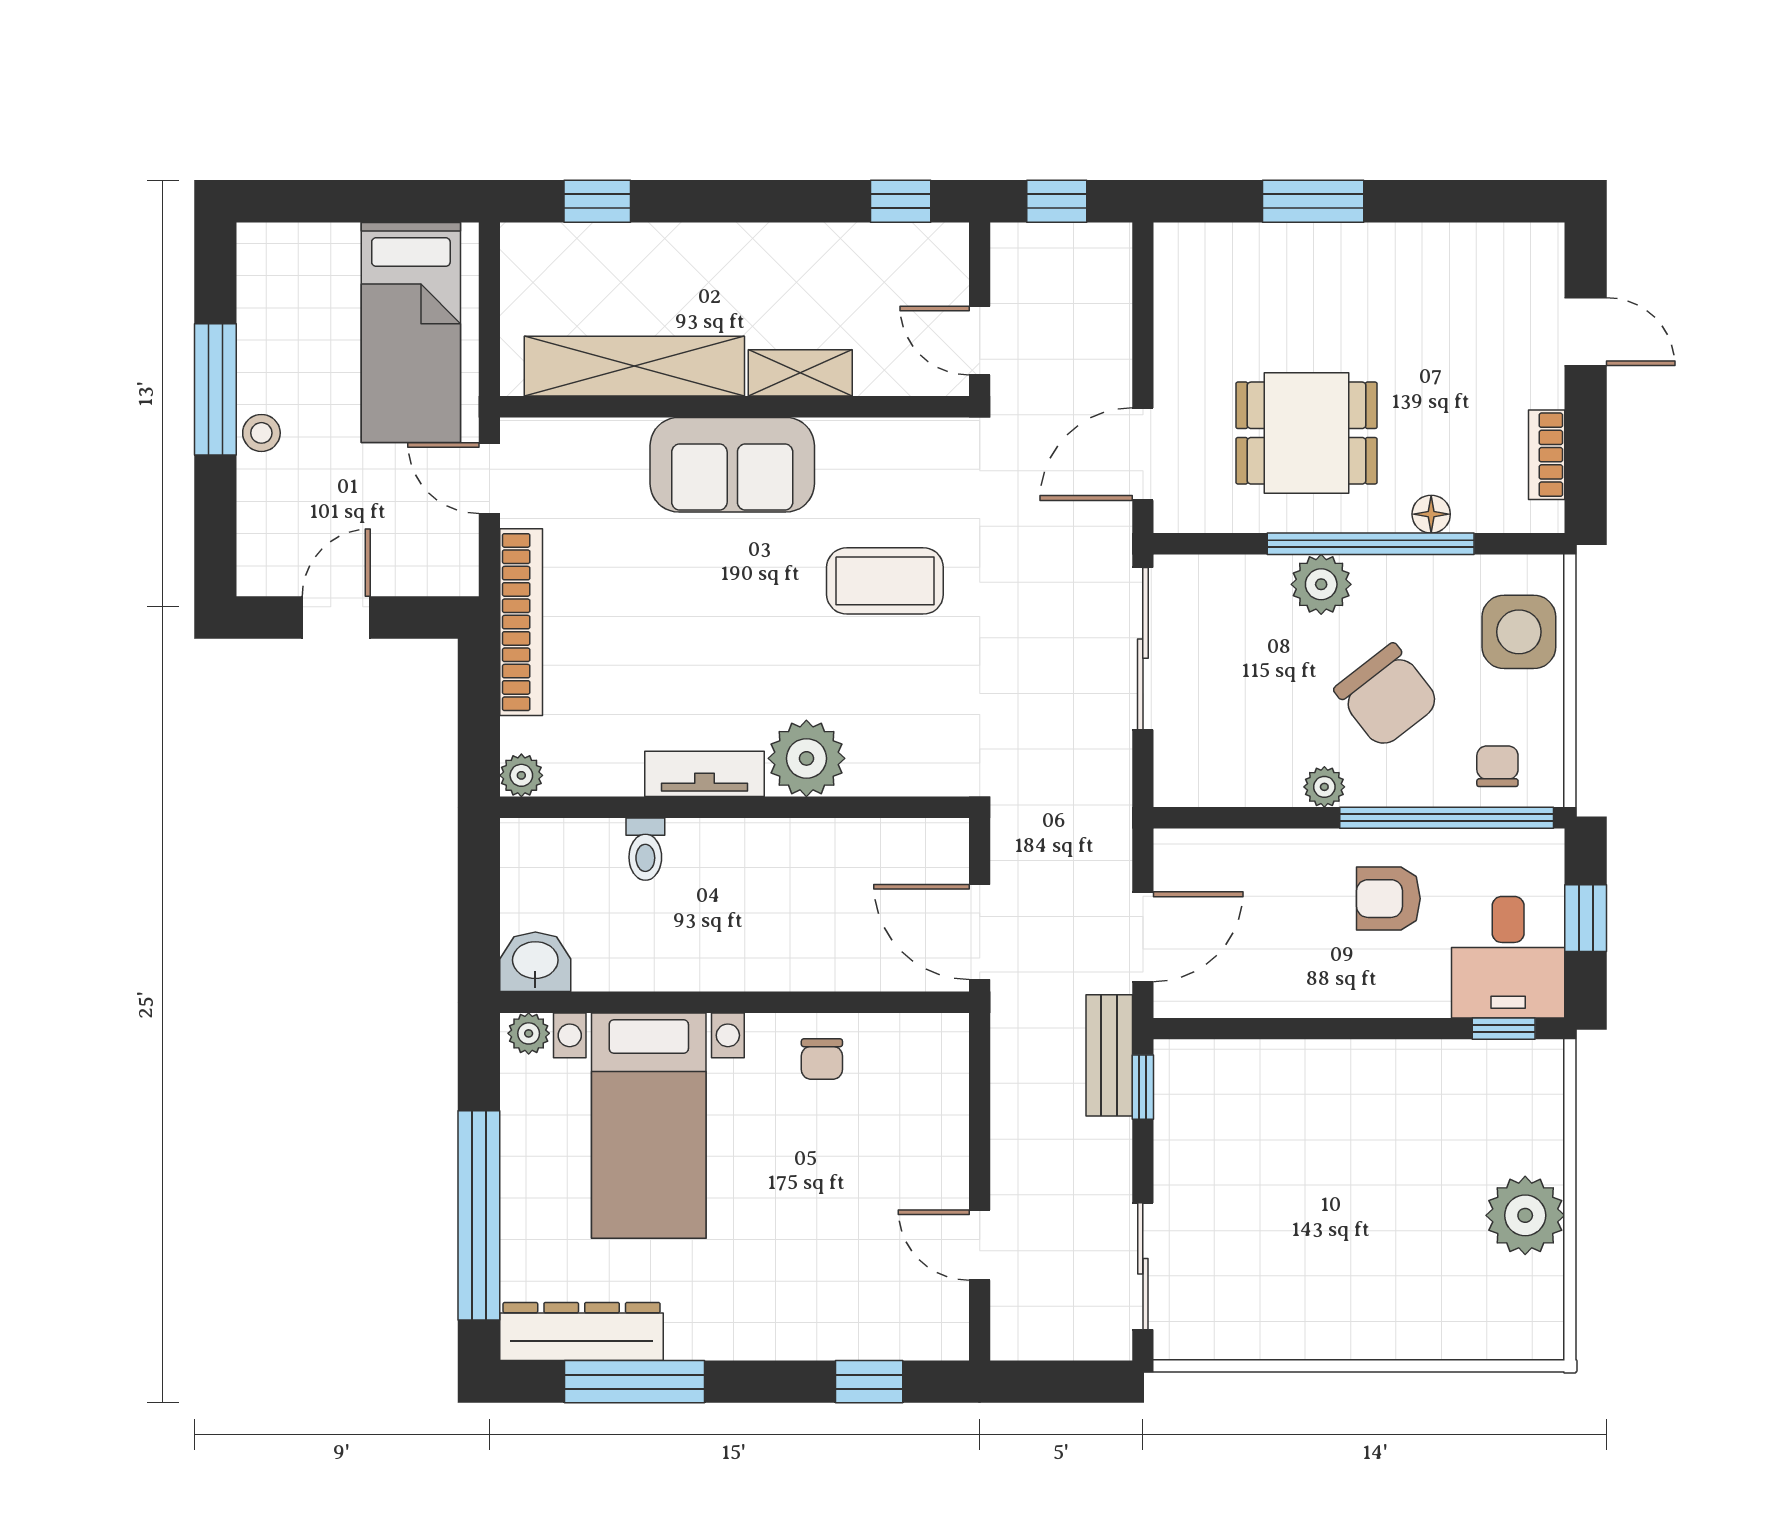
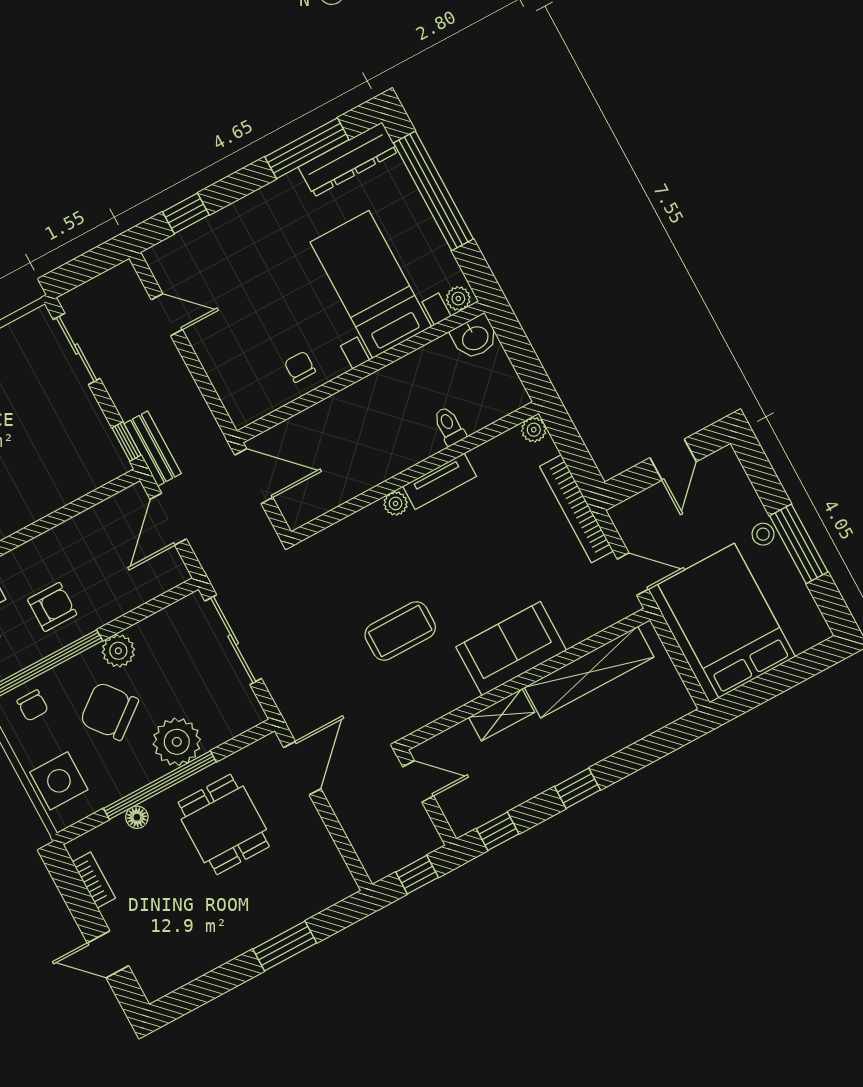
window: (597, 201) -> (577, 788), moved
bed: (411, 332) -> (727, 621), width x1.50
dining table: (1307, 433) -> (224, 824), turned 90
plant: (1321, 584) -> (177, 742), width x1.36, depth x1.36
sliding door: (1143, 649) -> (233, 640), moved
plant: (806, 758) -> (396, 503), width x0.53, depth x0.53
plant: (1324, 787) -> (118, 651), width x1.38, depth x1.38

